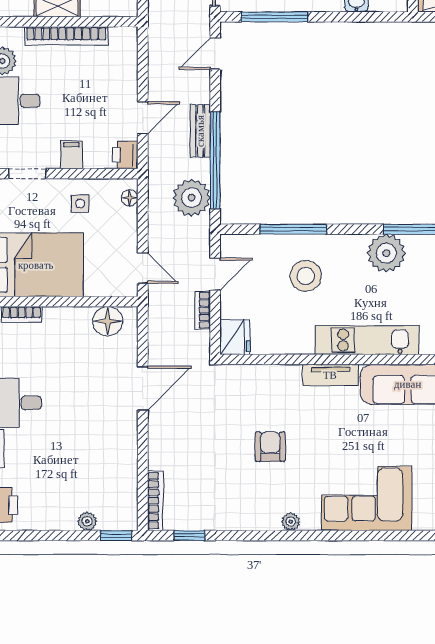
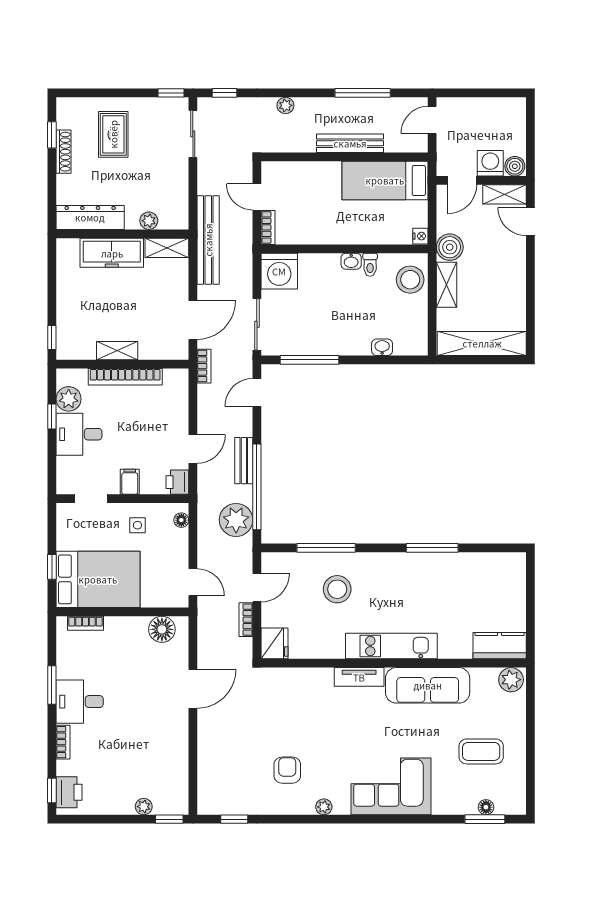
plant: (386, 253) -> (409, 569), removed
armchair: (270, 447) -> (287, 770), moved
bookcase: (155, 501) -> (204, 366), moved, width x0.64

